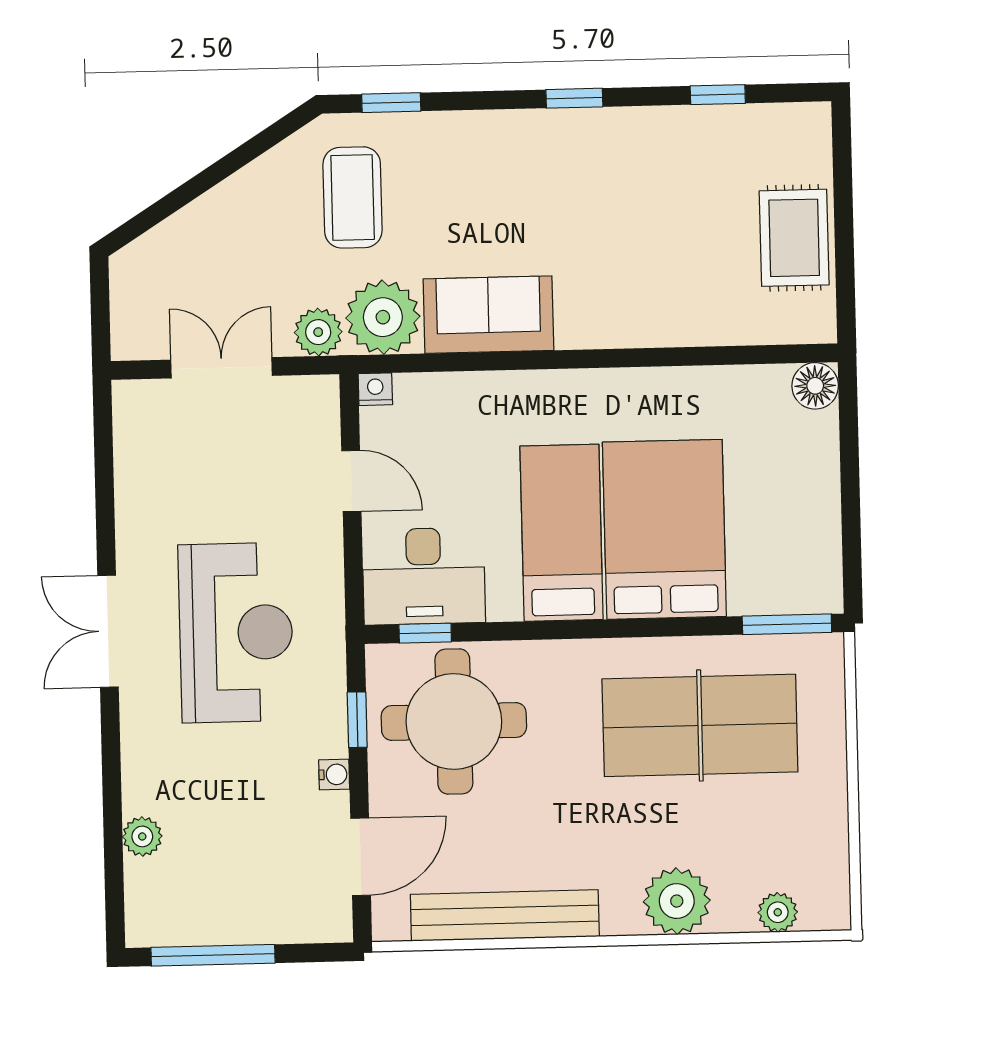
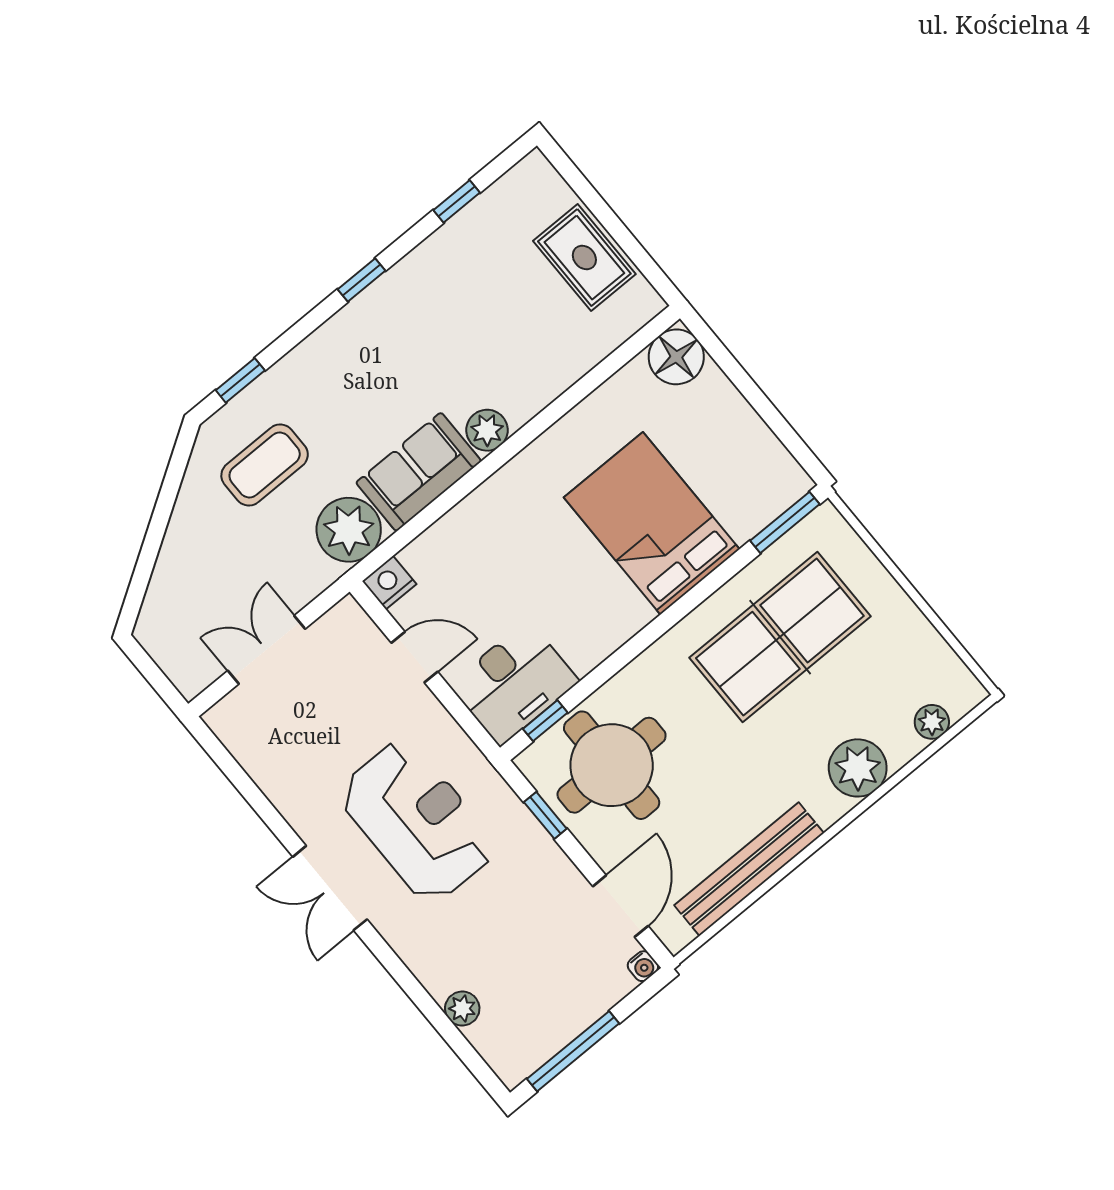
coffee table: (353, 197) -> (265, 465), turned 90
plant: (318, 332) -> (487, 430), moved
floor lamp: (815, 386) -> (676, 357), width x1.38, depth x1.38
nightstand: (375, 389) -> (389, 583), width x1.39, depth x1.35
bed: (562, 533) -> (584, 580), removed
water cooler: (334, 774) -> (643, 966), moved, turned 90

